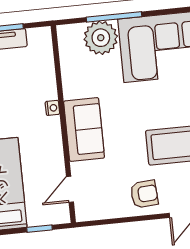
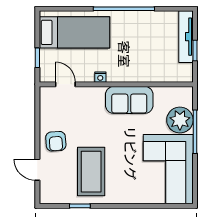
nightstand: (52, 108) -> (100, 77), moved
sofa: (84, 129) -> (129, 100), moved

